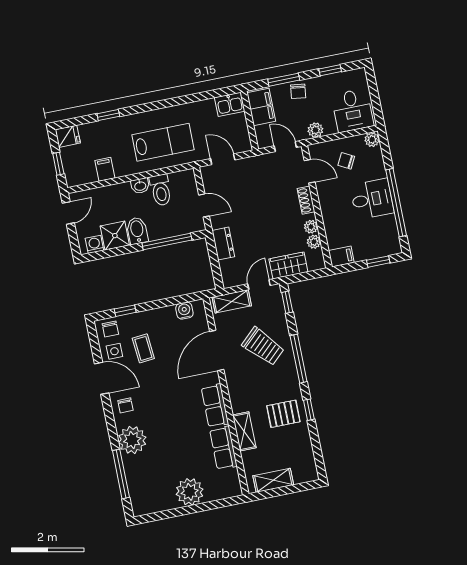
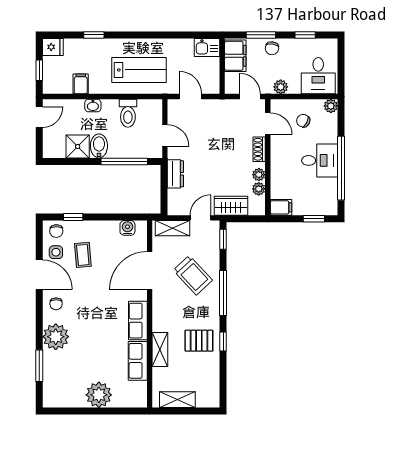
washbasin: (140, 186) -> (93, 105), moved
washing machine: (94, 244) -> (57, 151), removed
window: (121, 474) -> (39, 366), width x0.69

